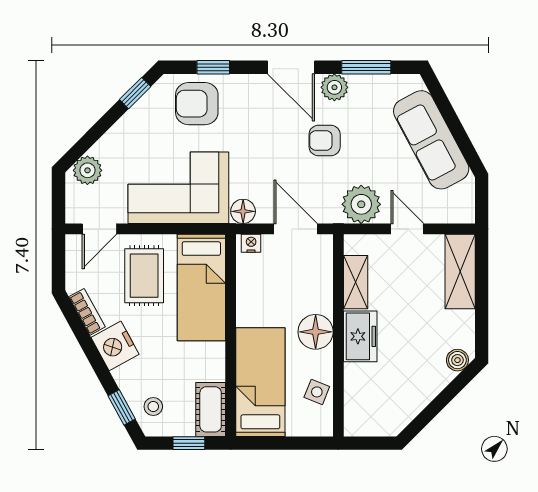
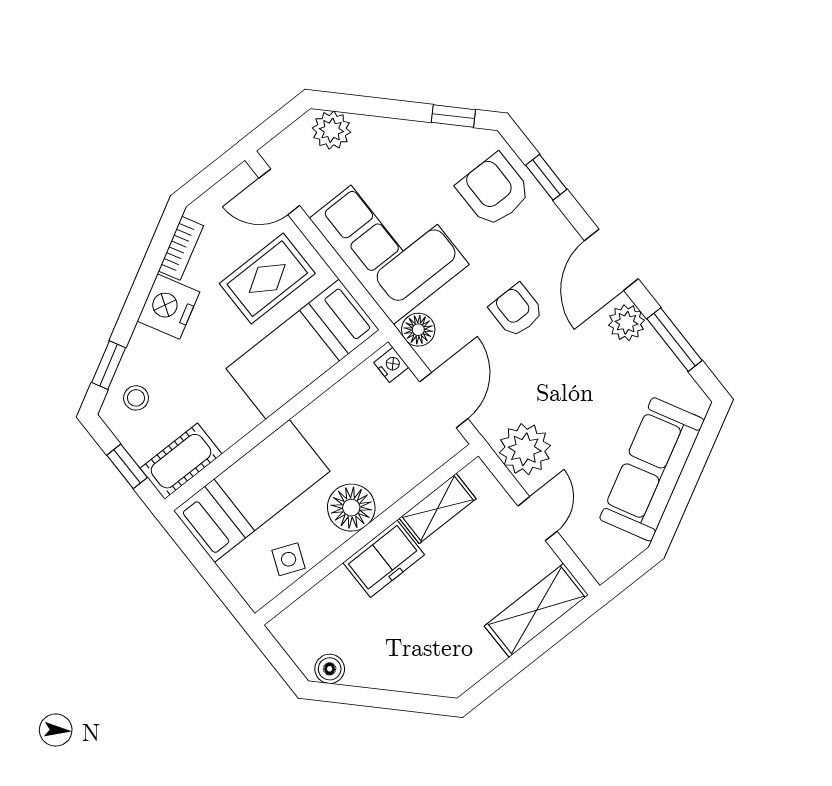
armchair: (325, 141) -> (516, 310), moved
boiler: (457, 360) -> (330, 669), moved

